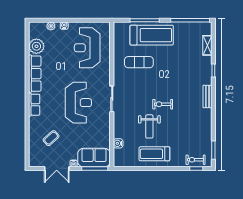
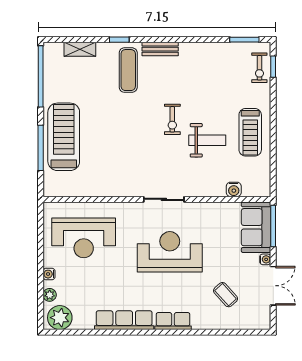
plant: (36, 46) -> (60, 318), moved
exercise mat: (139, 62) -> (128, 70), moved

